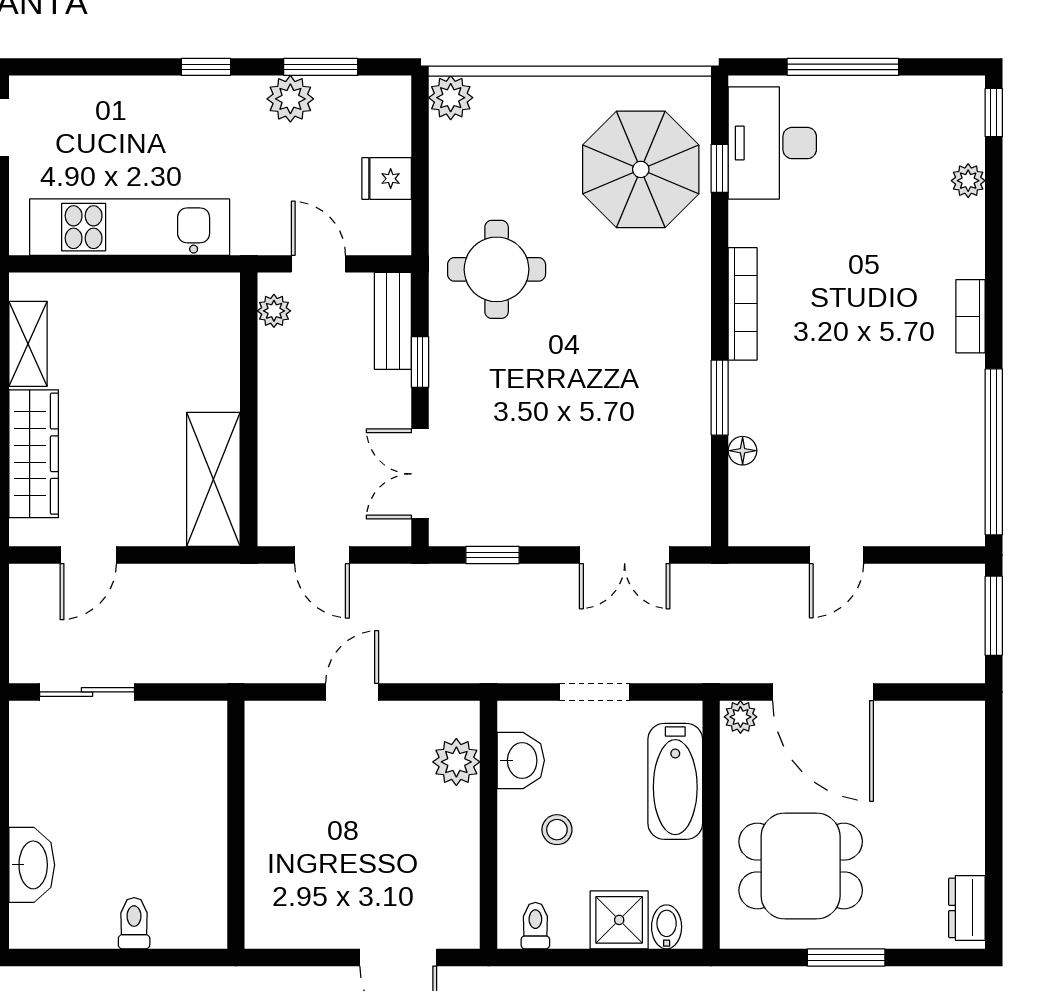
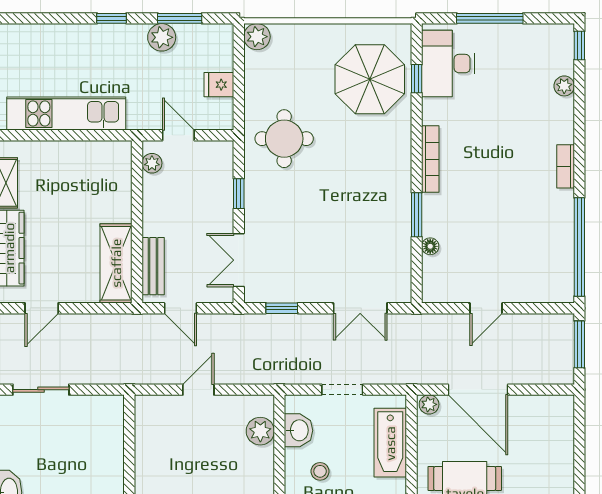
bench: (393, 321) -> (153, 266), moved

